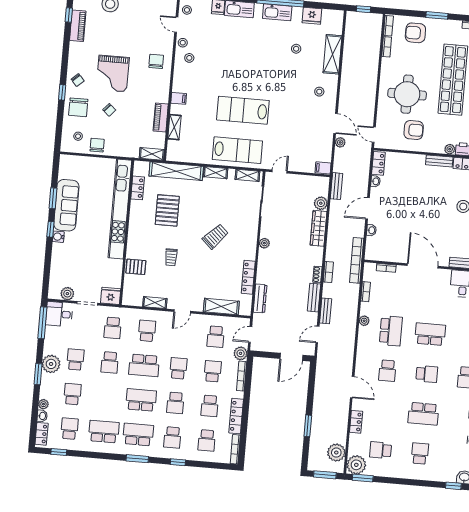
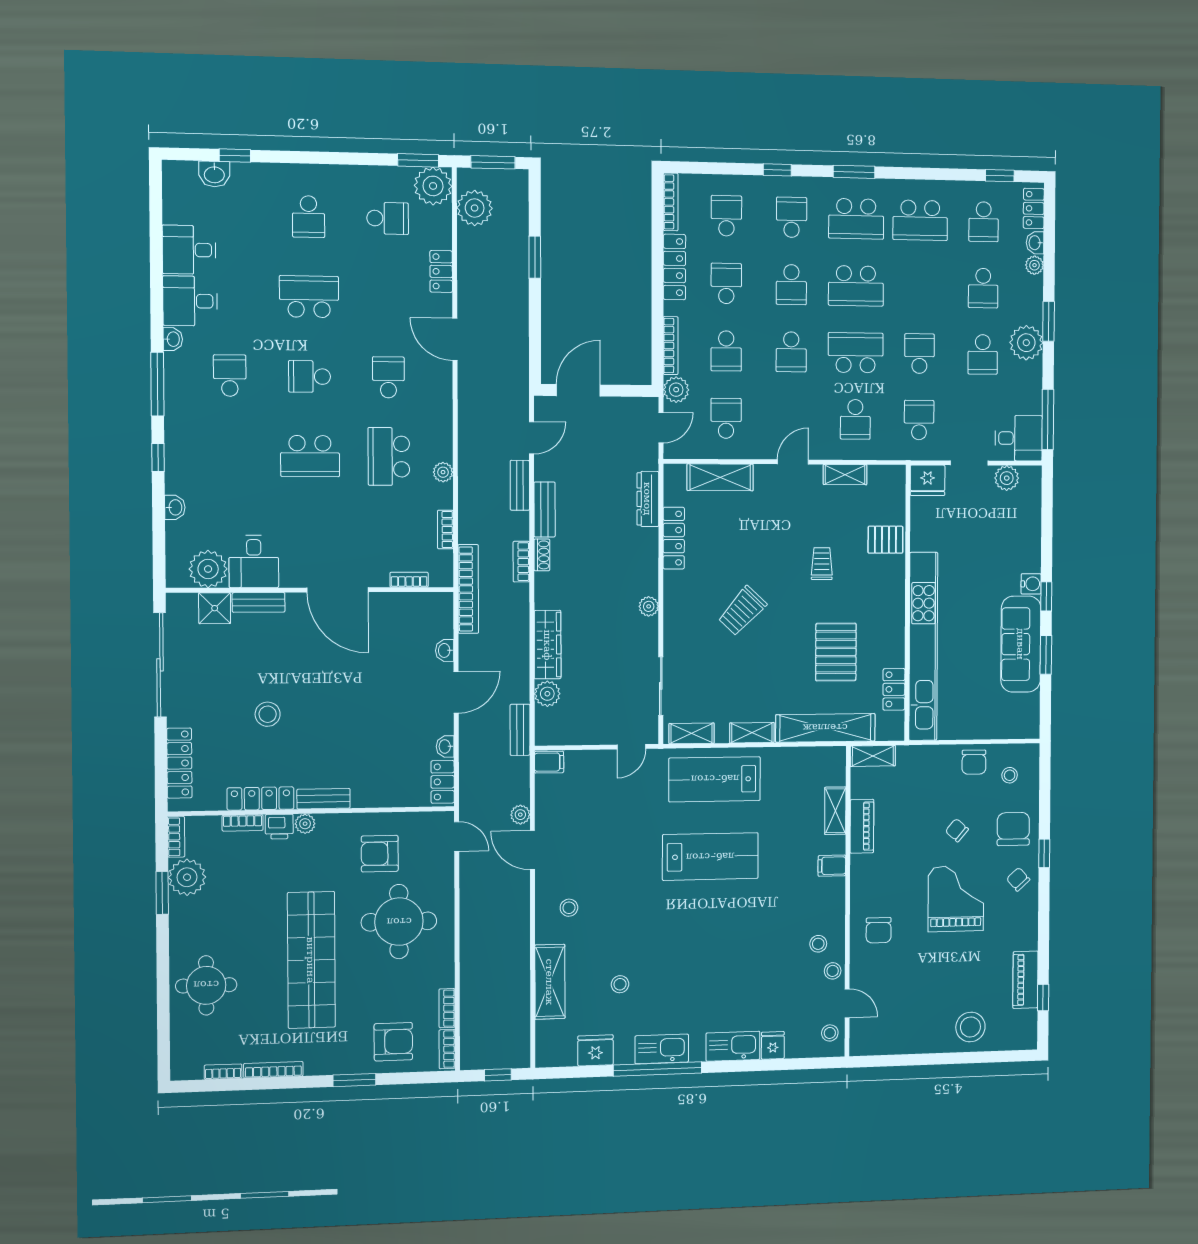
school desk: (175, 403) -> (791, 285), turned 180

